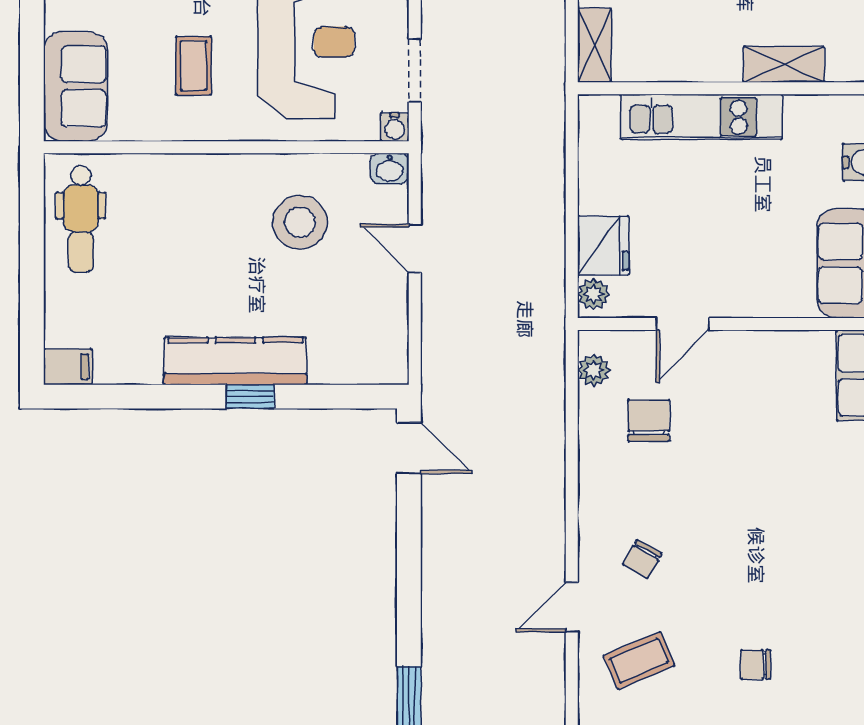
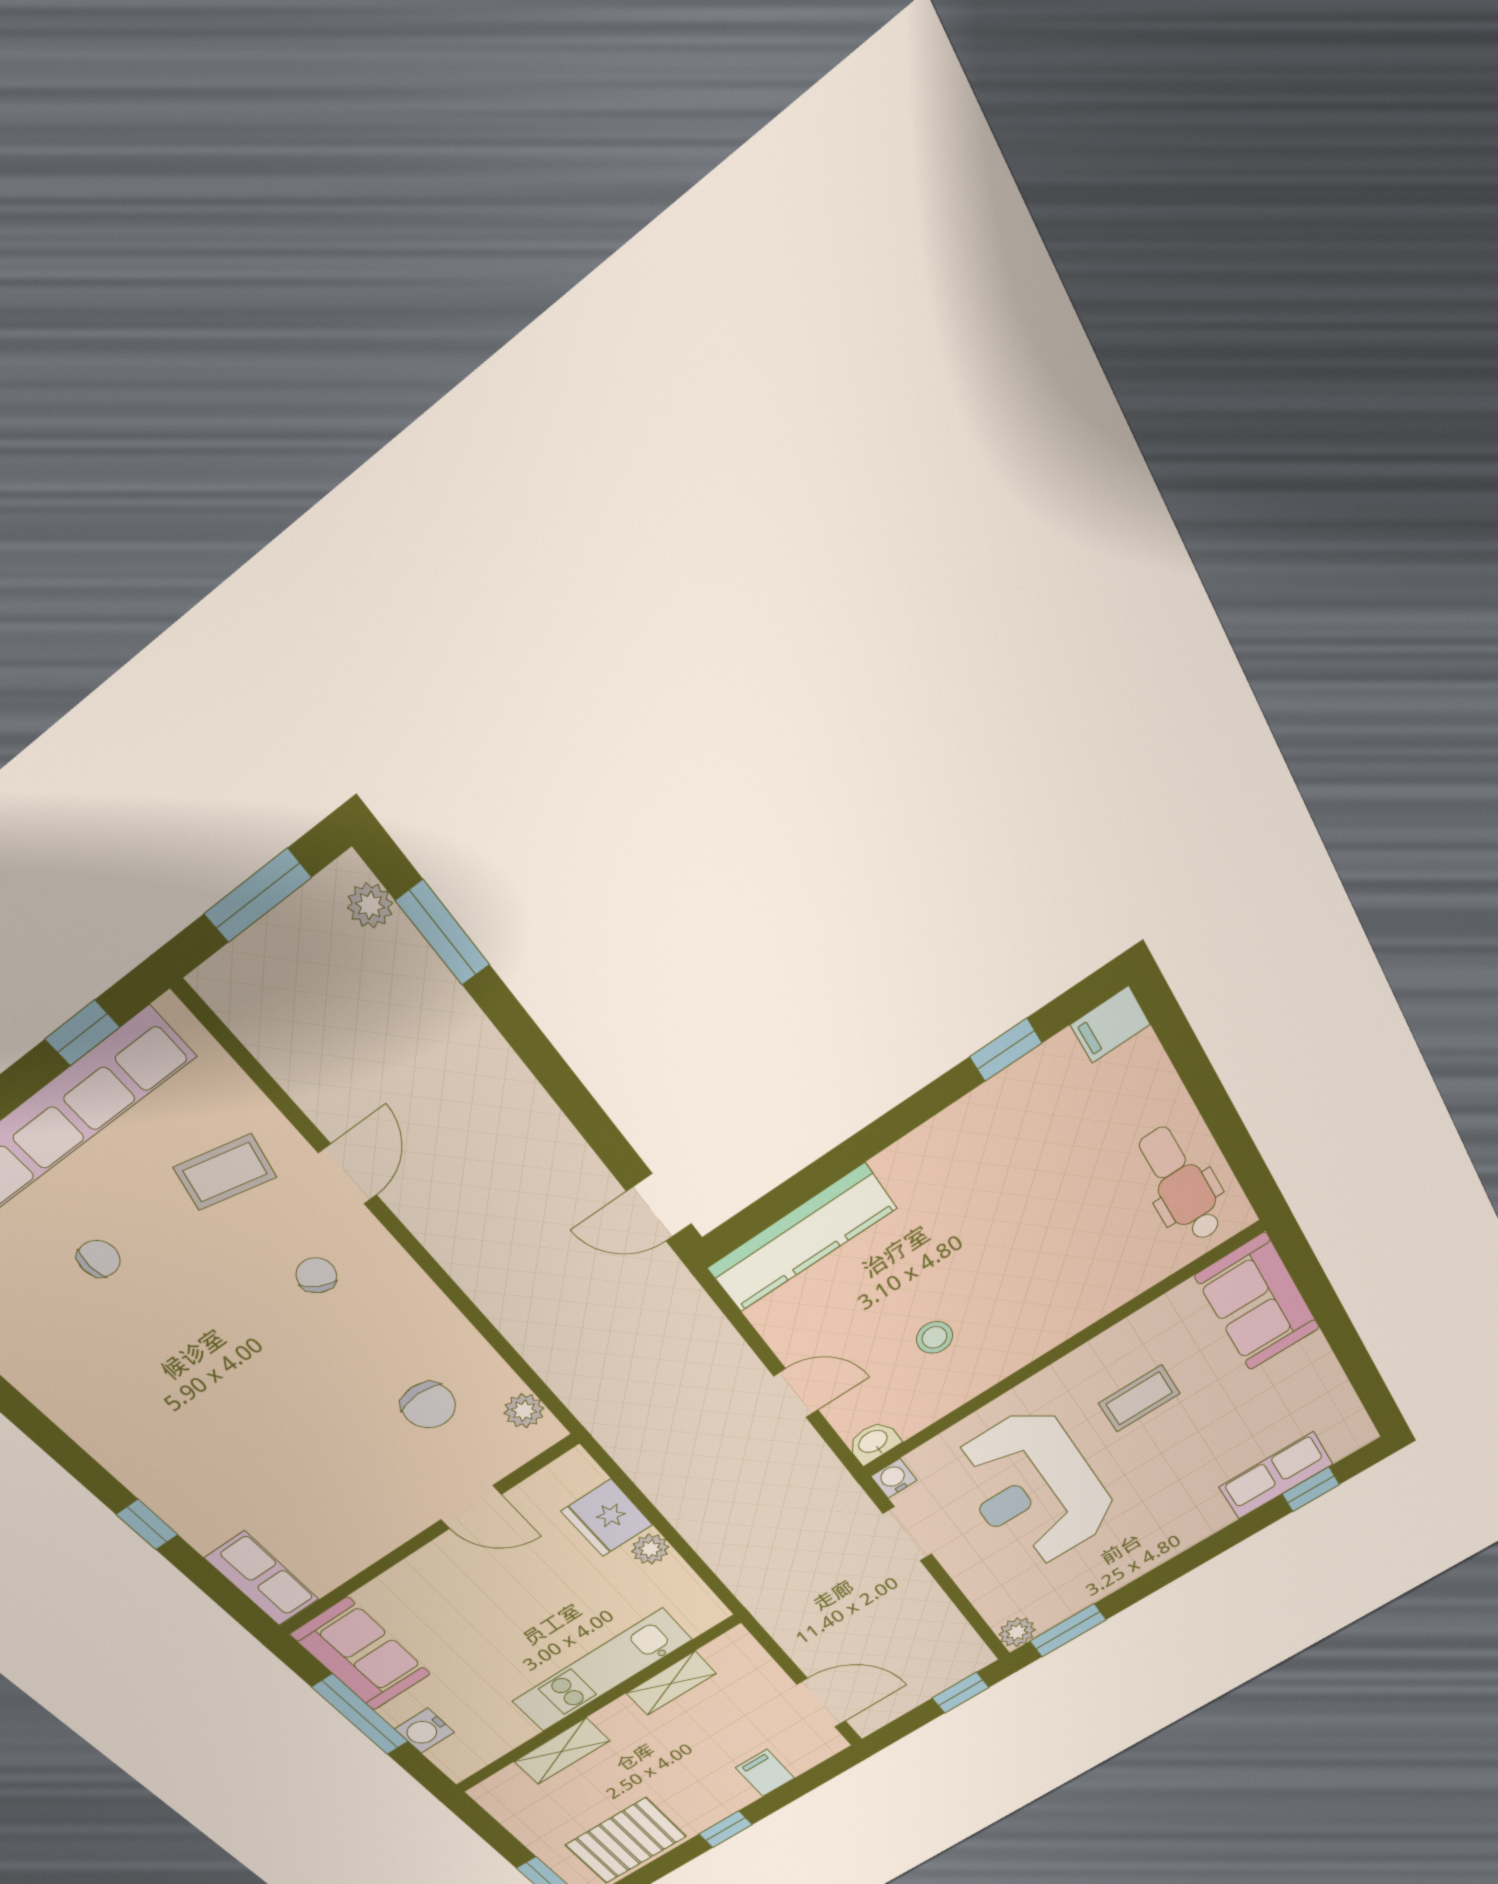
shelving: (594, 45) -> (671, 1683), moved, turned 90
coffee table: (194, 66) -> (1139, 1398), turned 90
stool: (300, 222) -> (935, 1337), width x0.53, depth x0.53
plant: (593, 294) -> (650, 1549), moved
door: (682, 324) -> (471, 1507), swing flipped
kitchen counter: (235, 361) -> (802, 1238), moved
window: (250, 397) -> (1006, 1050), moved
coffee table: (639, 660) -> (225, 1172), turned 36

